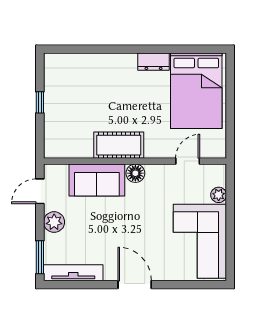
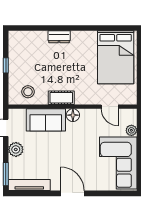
dresser: (154, 62) -> (59, 37), moved
stool: (72, 140) -> (28, 92), added
cot: (119, 145) -> (61, 98), width x0.73, depth x0.75
door: (188, 161) -> (110, 107), swing flipped

